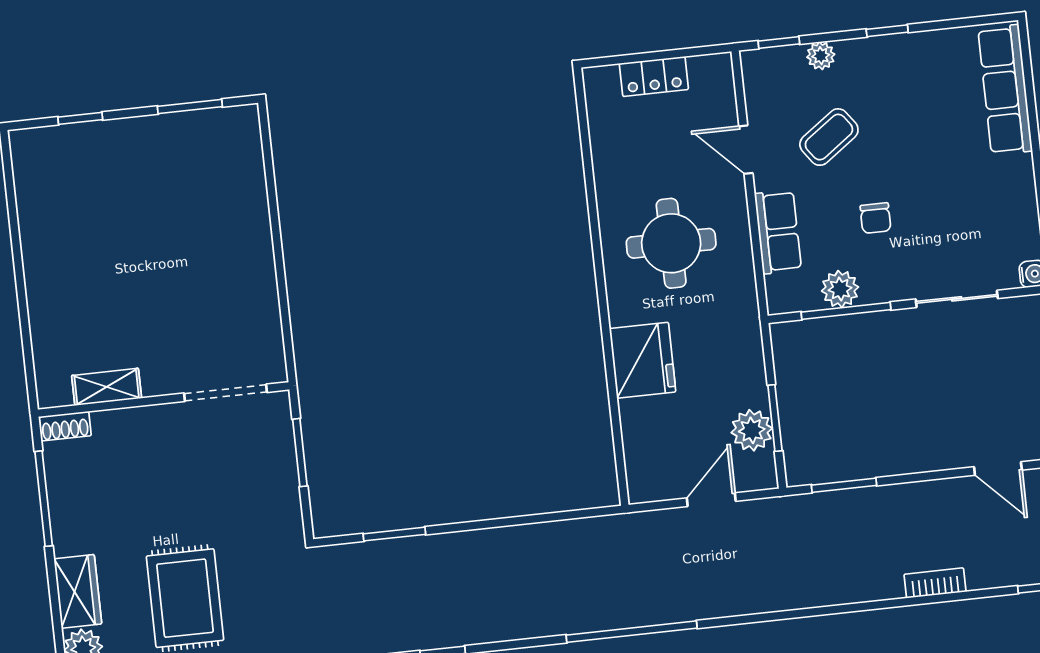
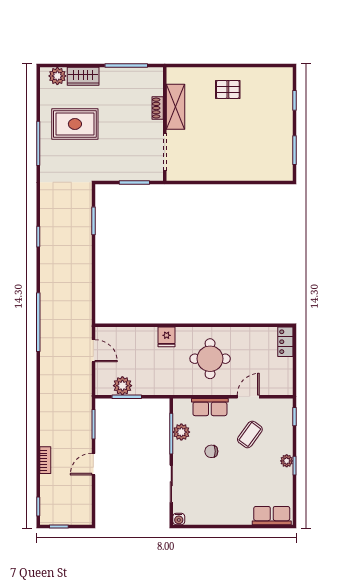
plant: (821, 56) -> (287, 461), moved
locker: (654, 76) -> (285, 342), moved
row of seats: (1005, 90) -> (272, 516), width x0.68
coffee table: (829, 137) -> (250, 434), turned 72
pallet: (72, 269) -> (228, 89), added
fridge: (643, 360) -> (167, 337), width x0.53, depth x0.75
shelving: (107, 387) -> (175, 107), width x1.50, depth x1.33
shoe rack: (65, 426) -> (158, 108), moved
door: (998, 468) -> (93, 464), moved
door: (711, 500) -> (93, 351), moved

